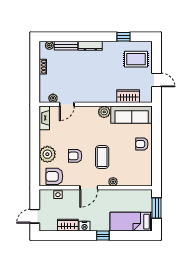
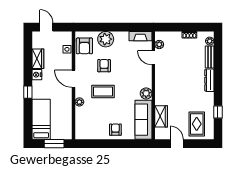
door: (157, 80) -> (177, 144), swing flipped
armchair: (54, 176) -> (84, 46), turned 180

